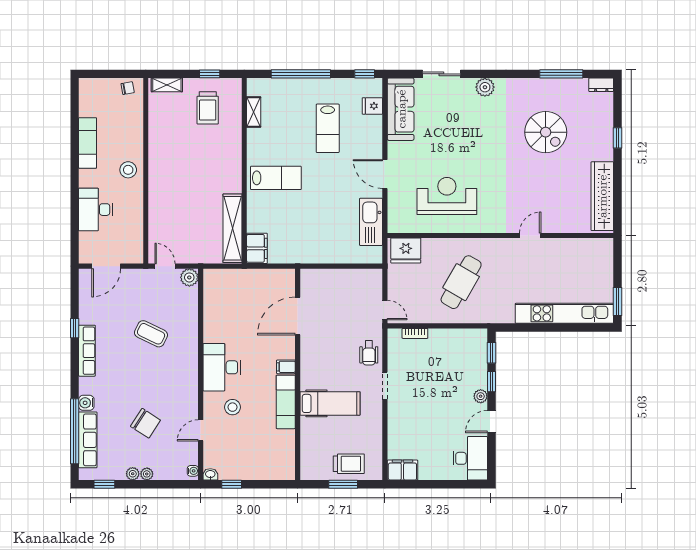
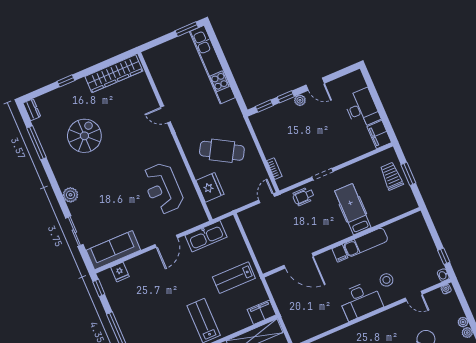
lab bench: (328, 128) -> (234, 278), moved, turned 180
fridge: (406, 250) -> (210, 187), moved
wheelchair: (369, 353) -> (303, 196), turned 180
desk: (470, 458) -> (362, 108), moved, turned 90

